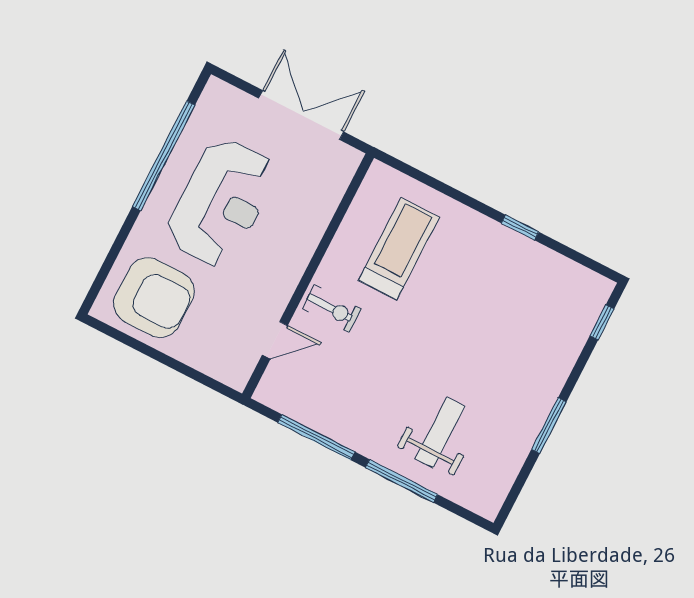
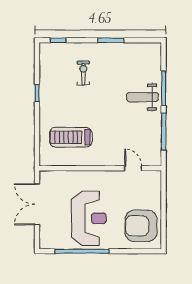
reception desk: (221, 203) -> (89, 218), turned 90
armchair: (154, 297) -> (141, 226), turned -90
exercise bike: (332, 309) -> (83, 73), moved
weight bench: (440, 432) -> (142, 97), moved

